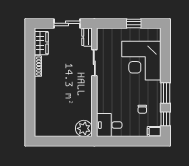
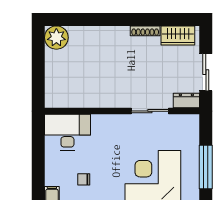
window: (134, 23) -> (206, 167), width x2.17
desk: (109, 125) -> (67, 132), width x1.37
plant: (84, 128) -> (56, 38), moved

